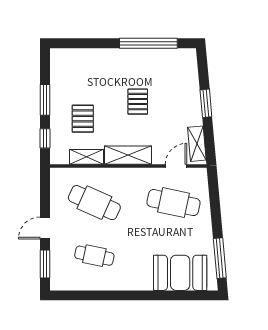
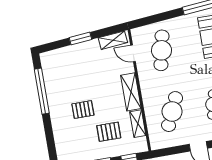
pallet: (138, 102) -> (83, 110), moved

